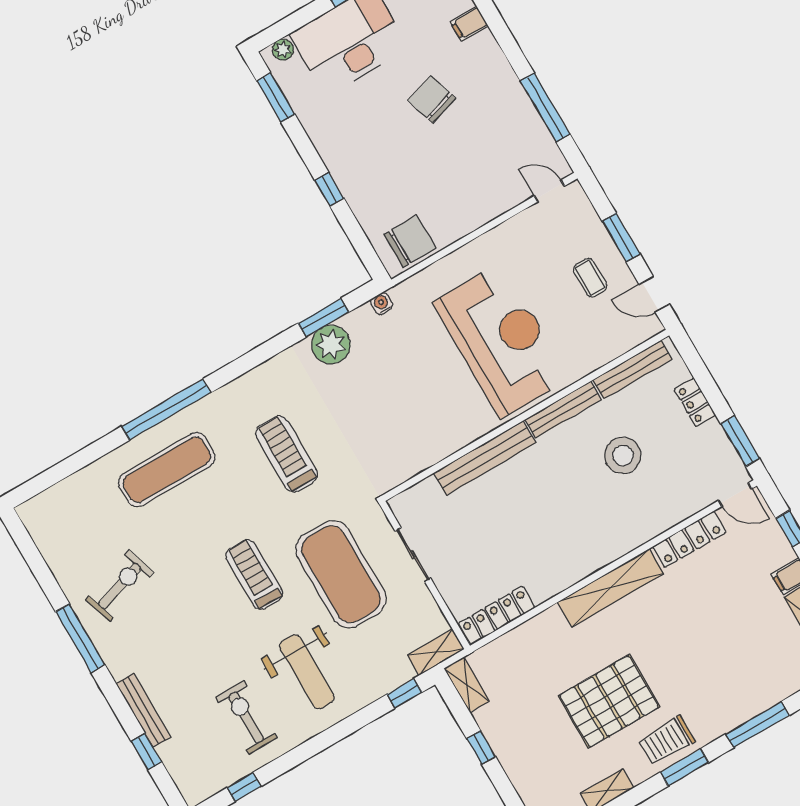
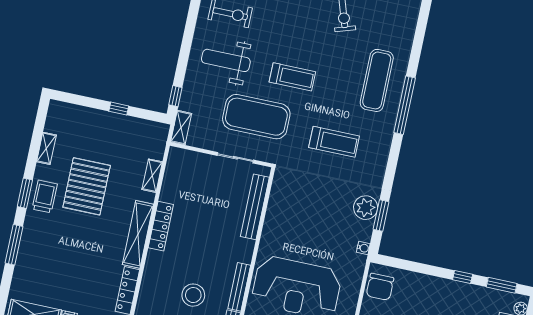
window: (329, 189) -> (463, 277), moved
bench: (485, 458) -> (255, 207), moved
locker: (497, 616) -> (161, 226), moved
shelving: (467, 685) -> (152, 176), moved, turned 90

